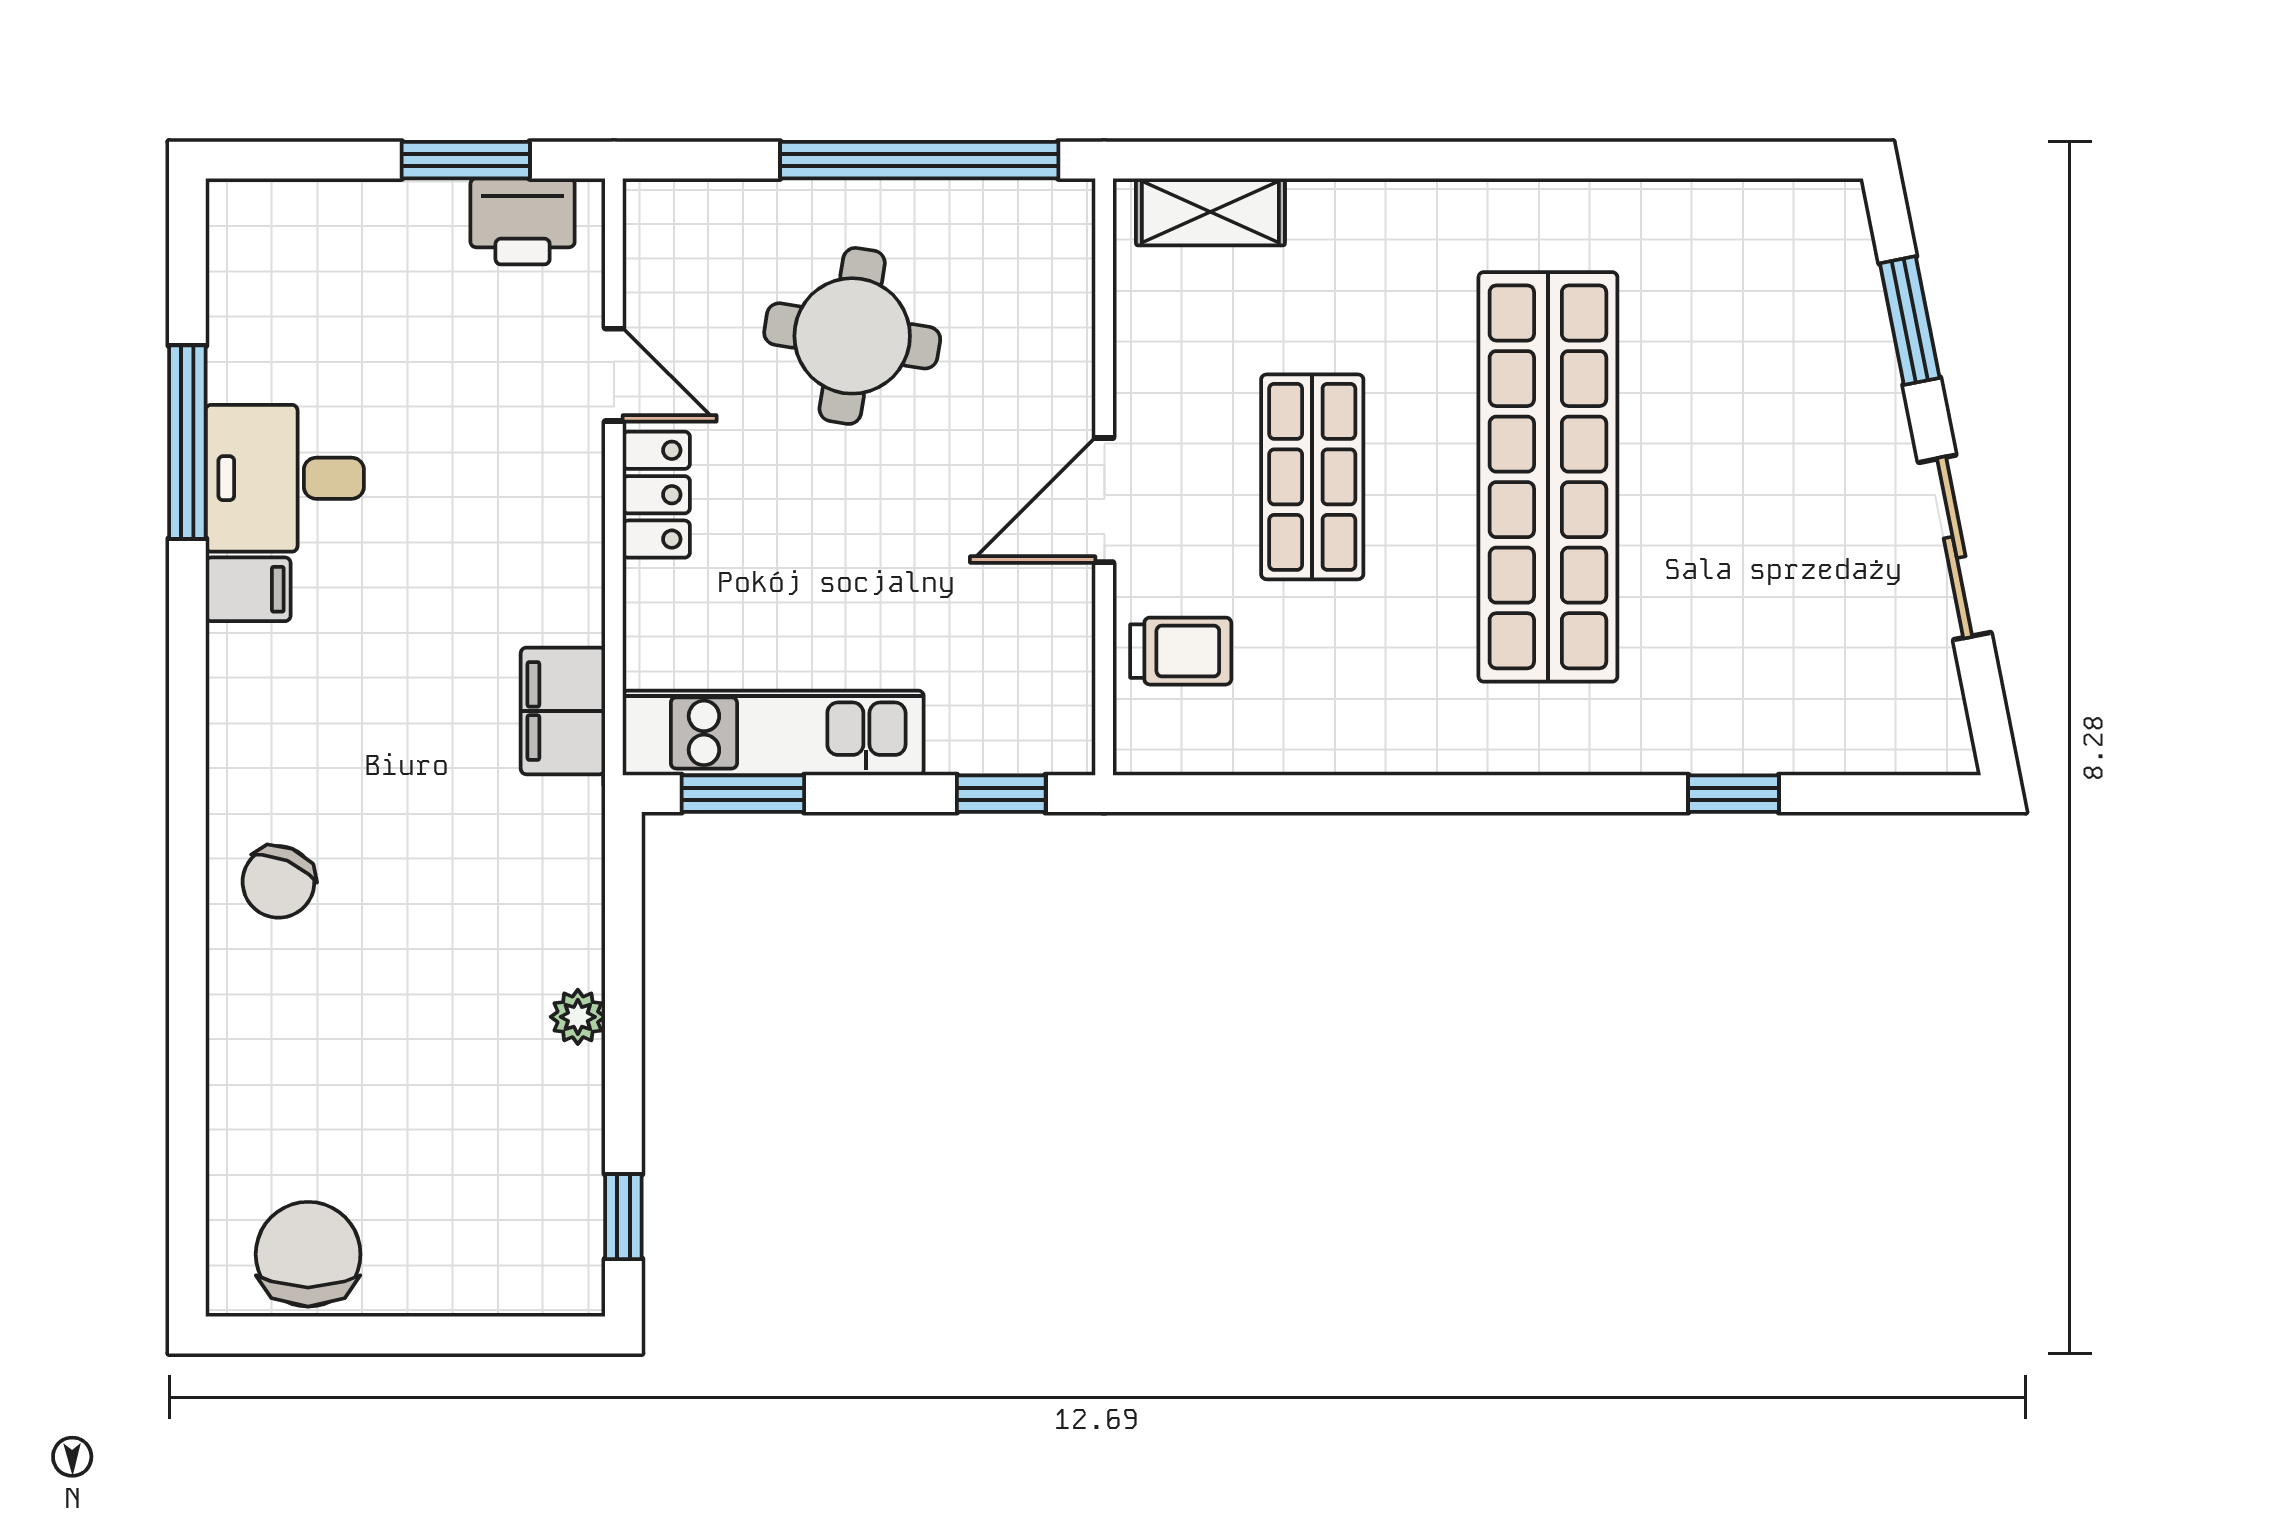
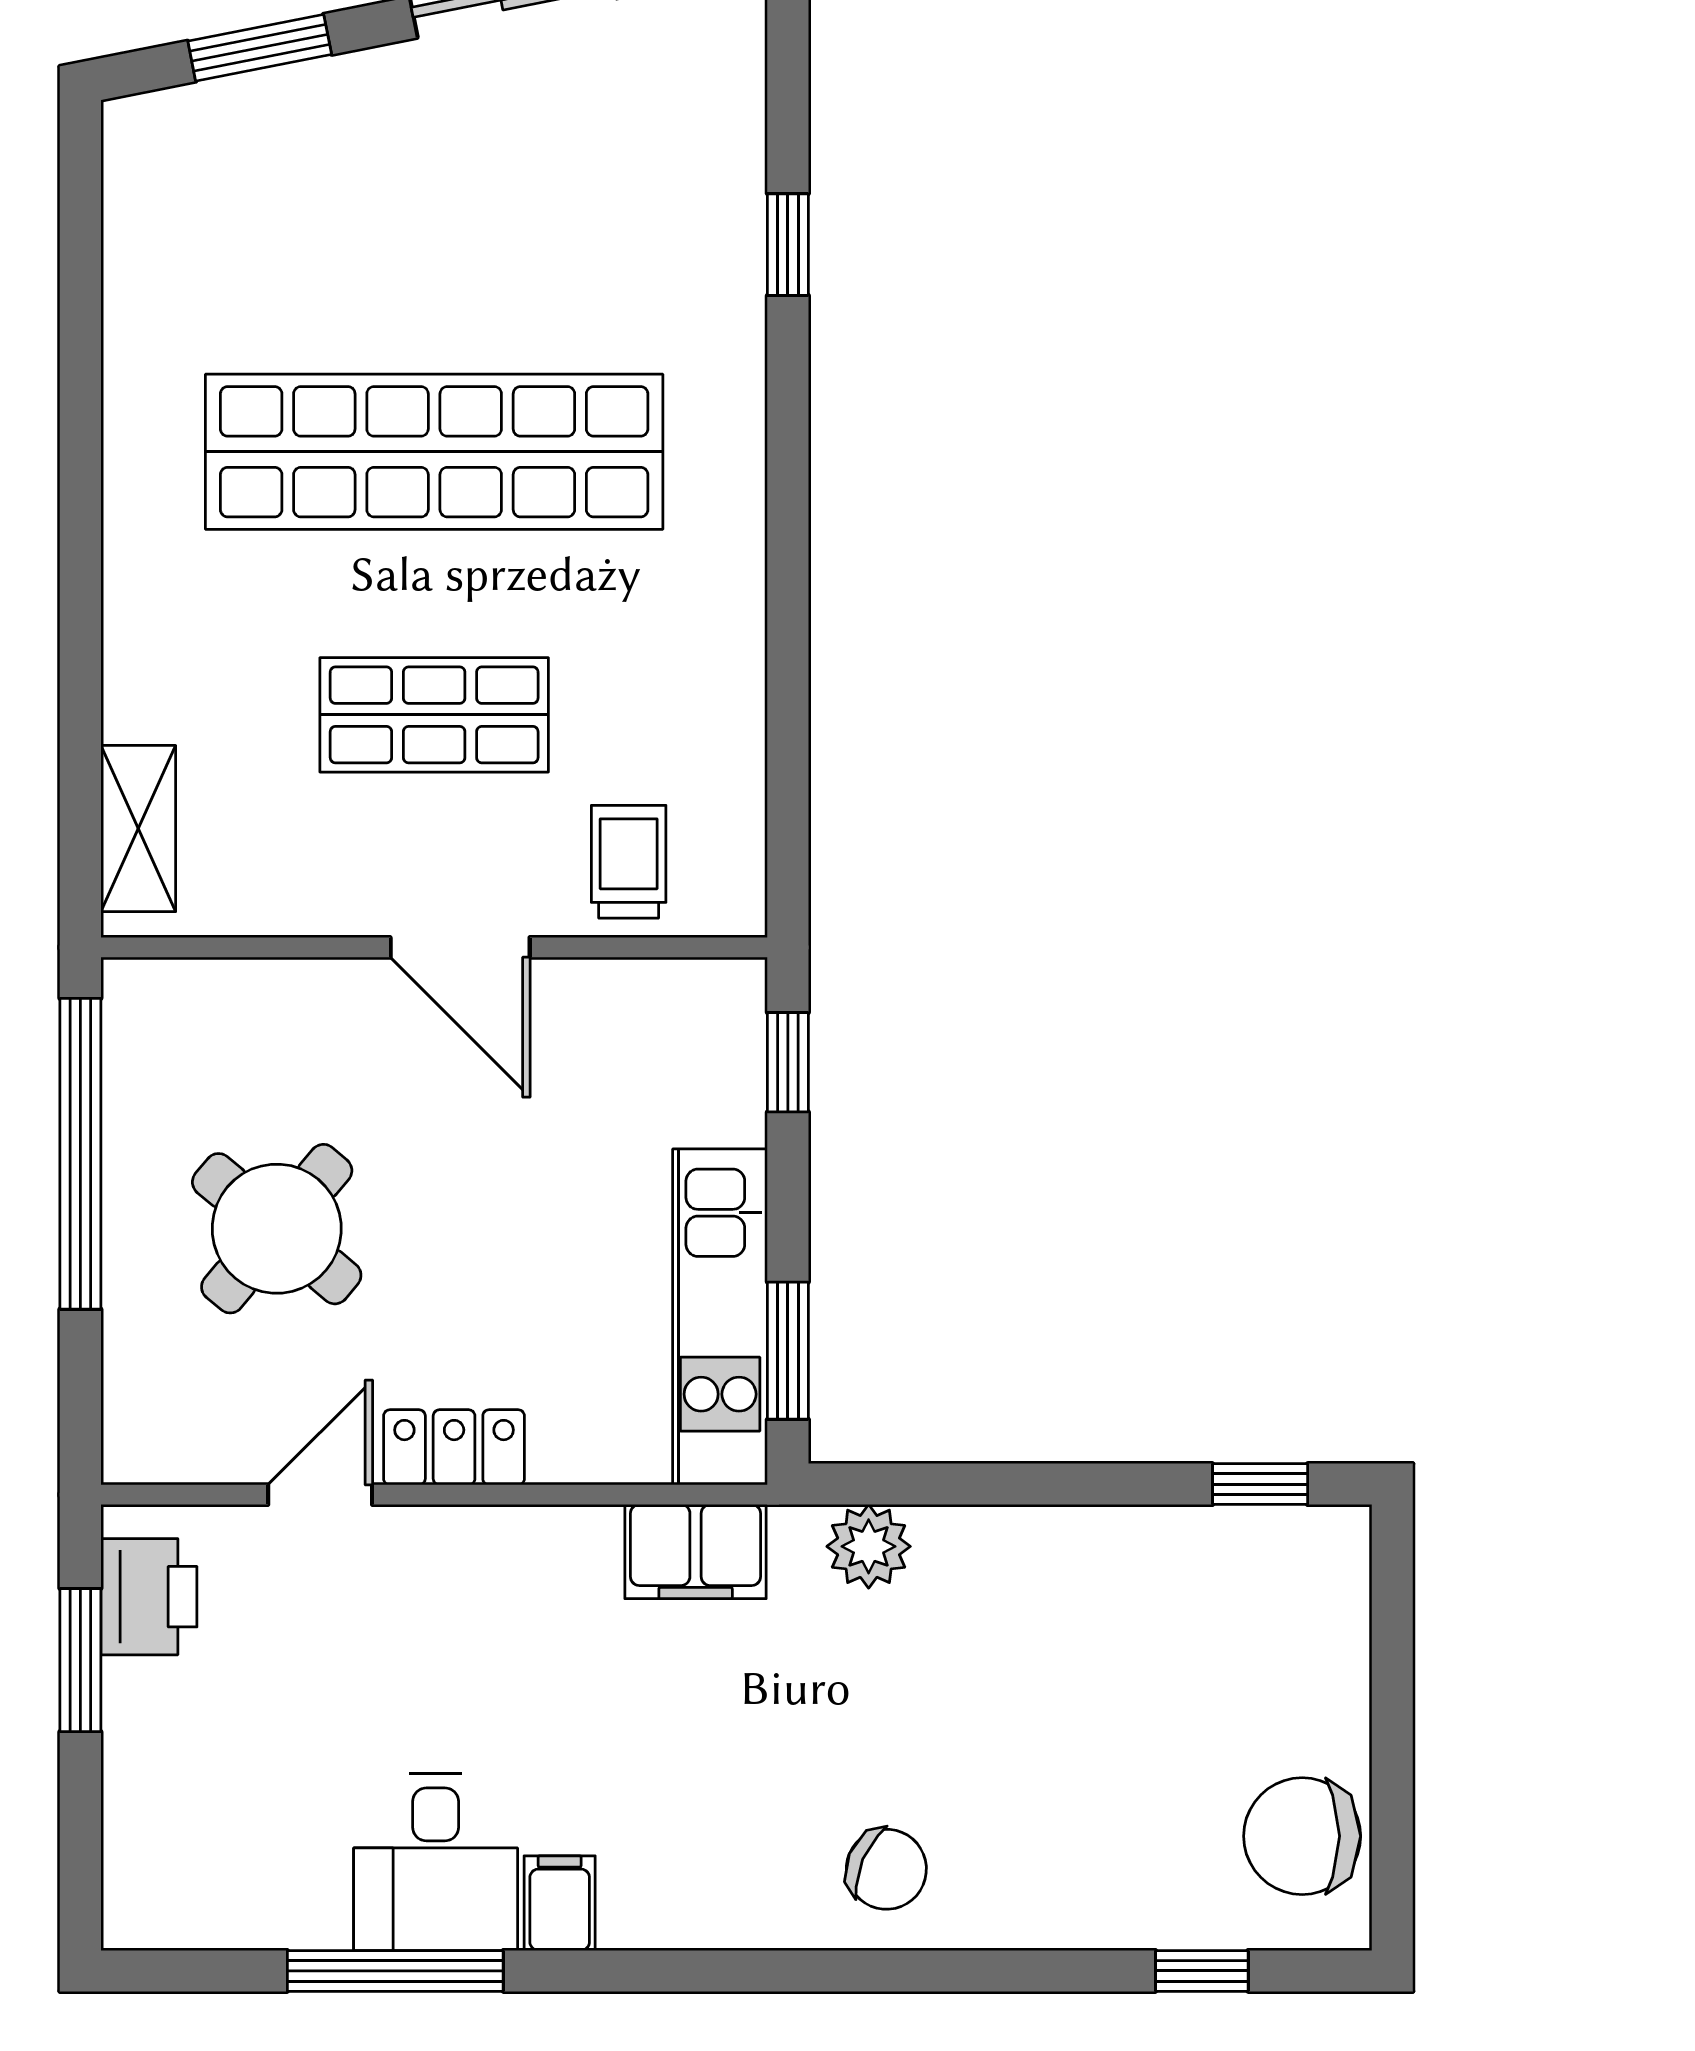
round table: (852, 336) -> (277, 1229), turned 31
plant: (578, 1017) -> (869, 1546), moved, width x1.38, depth x1.38
window: (187, 1164) -> (1202, 1971), added

